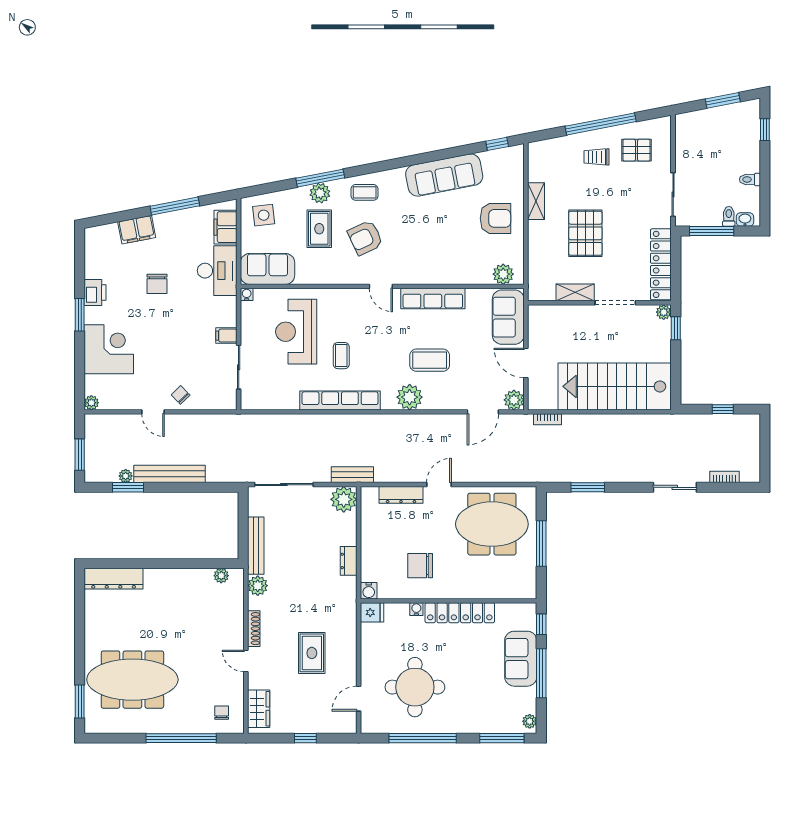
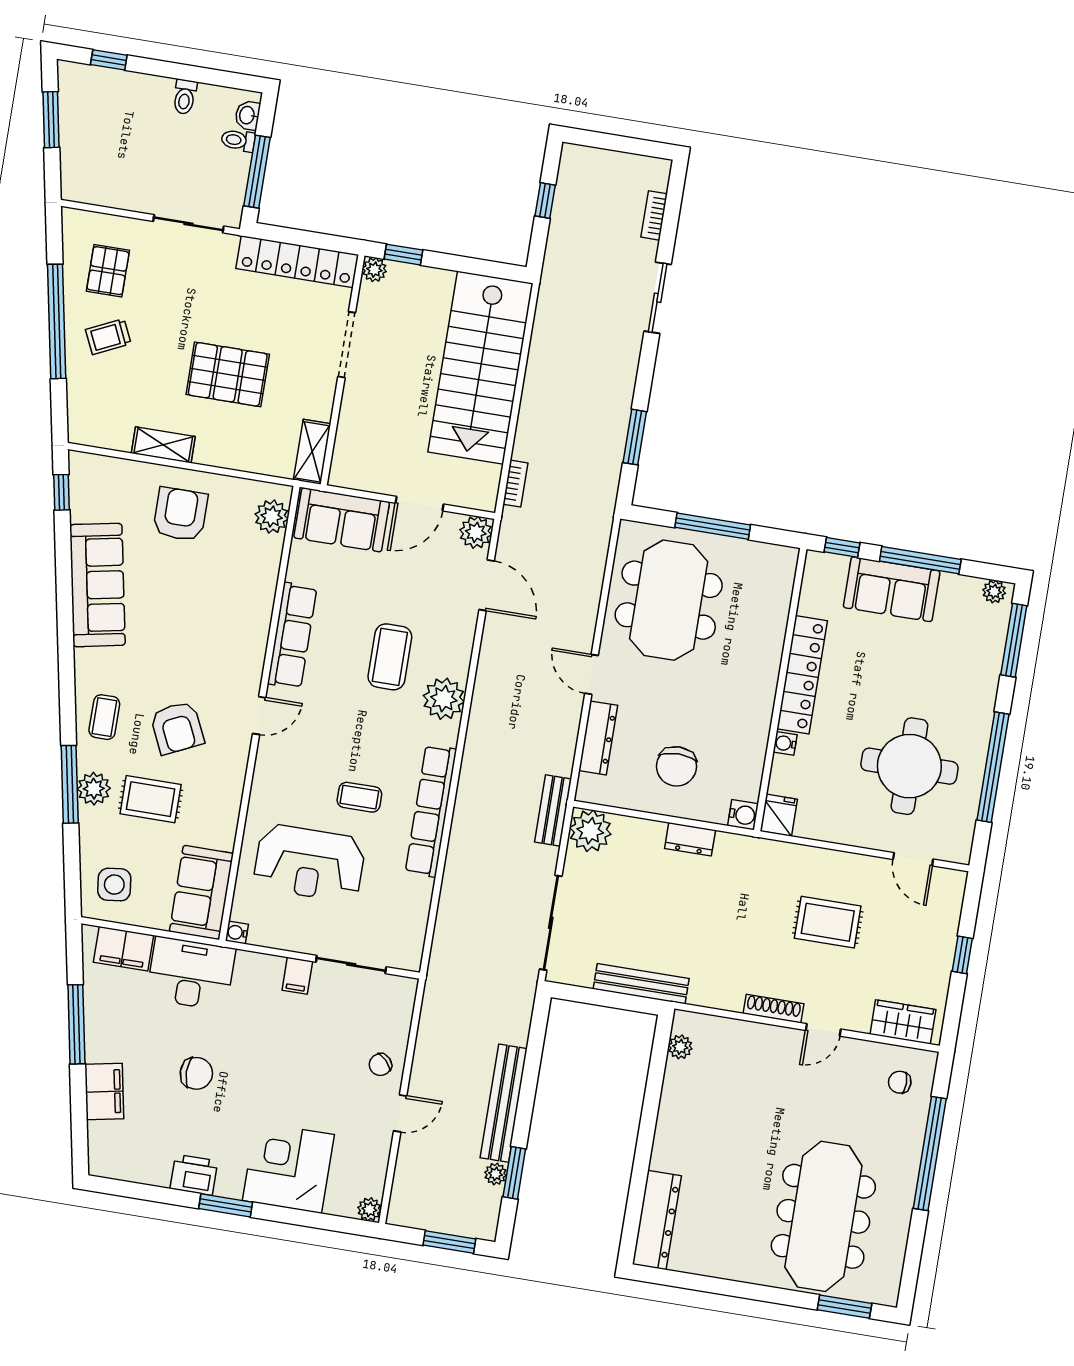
trolley: (596, 157) -> (108, 337), turned 65
shelving: (575, 292) -> (312, 452), moved
chair: (420, 566) -> (676, 766), moved
plant: (258, 586) -> (706, 991), removed

